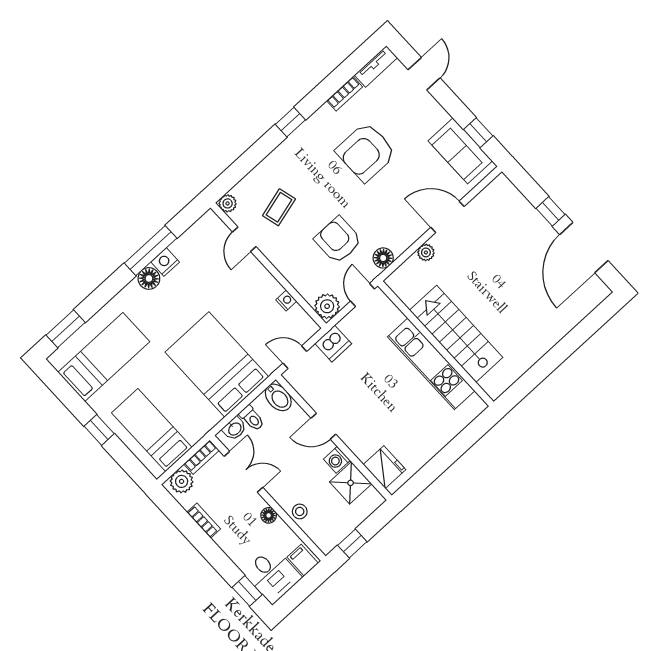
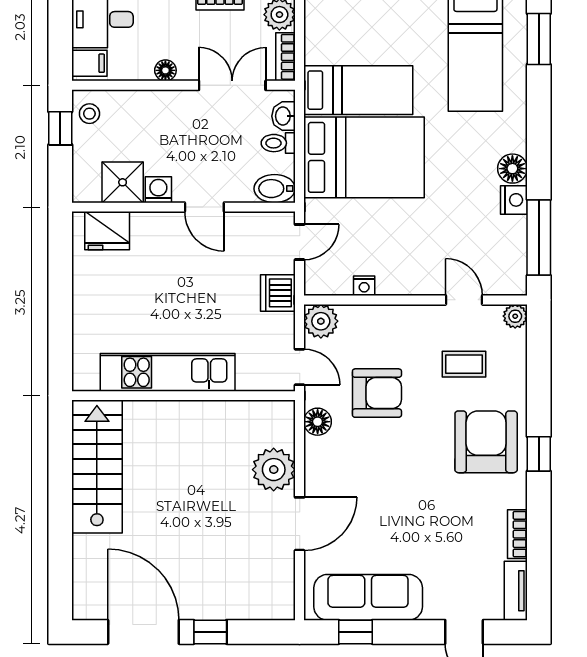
sofa: (460, 151) -> (368, 597), width x1.36
armchair: (366, 152) -> (486, 442), moved
coffee table: (279, 207) -> (464, 364), turned -75
window: (151, 251) -> (539, 237), moved
plant: (426, 252) -> (274, 470), width x1.87, depth x1.87
stairs: (456, 334) -> (97, 466), moved, turned -90
door: (323, 426) -> (204, 207), swing flipped
bed: (152, 430) -> (358, 90), moved
double door: (243, 472) -> (232, 85), swing flipped
stool: (300, 511) -> (89, 114), moved

